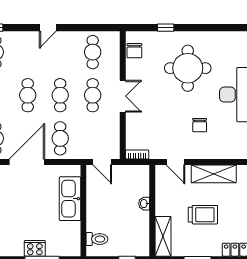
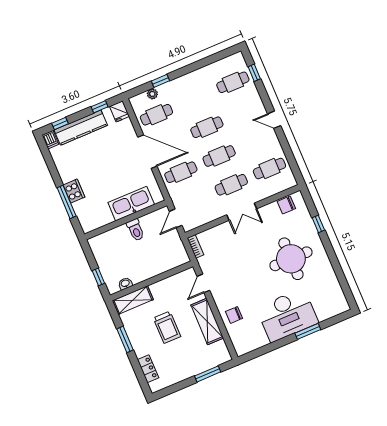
chair: (200, 125) -> (234, 315), moved
washbasin: (144, 204) -> (125, 284), moved
toilet: (97, 239) -> (136, 230), moved

